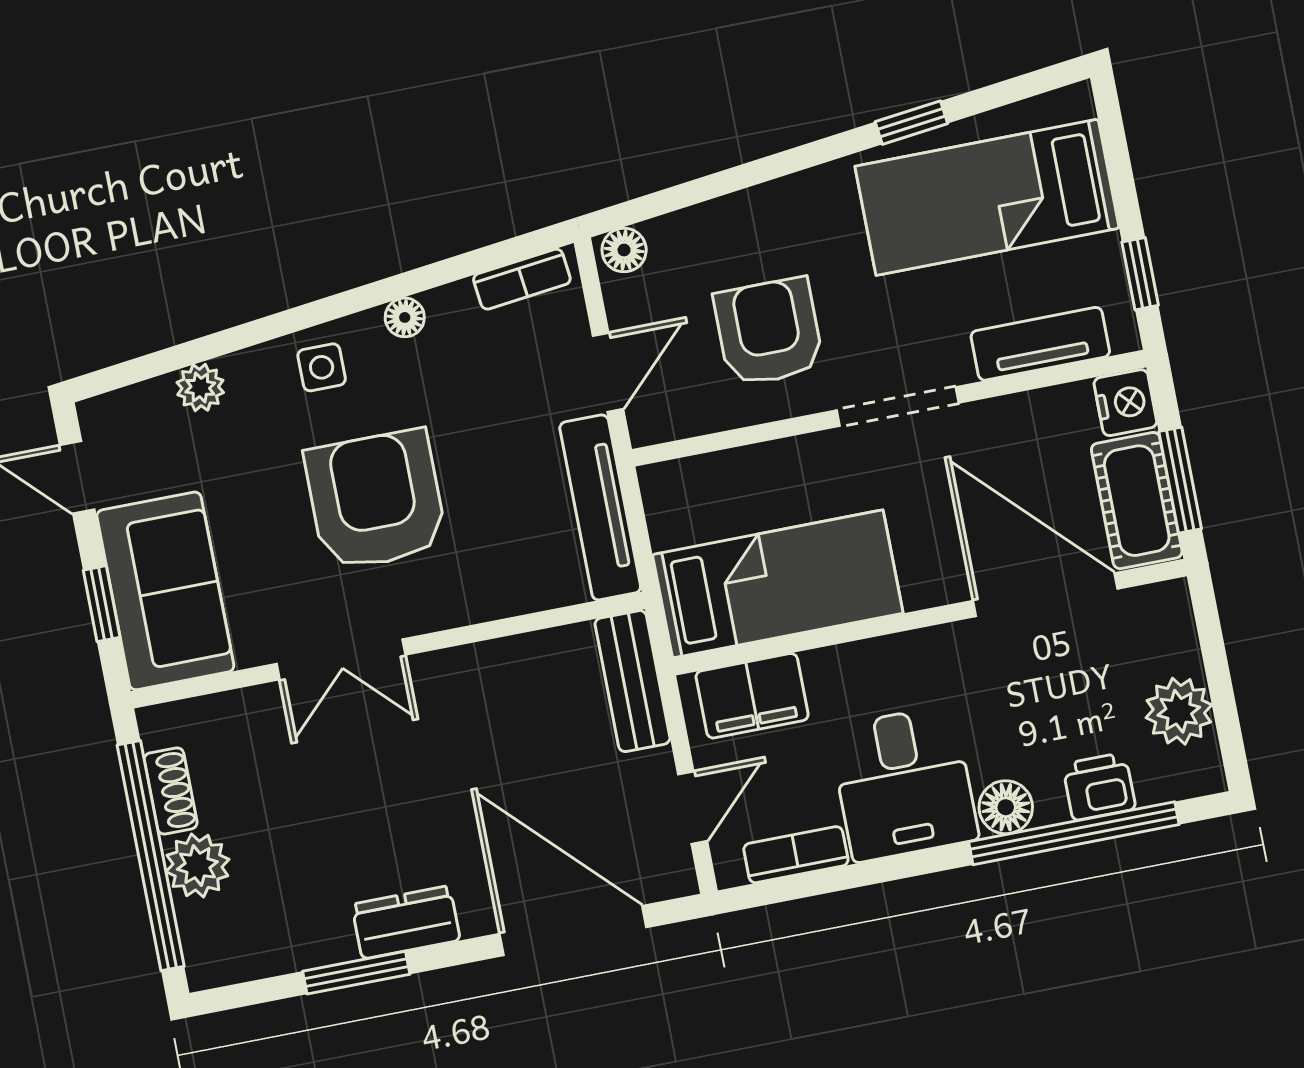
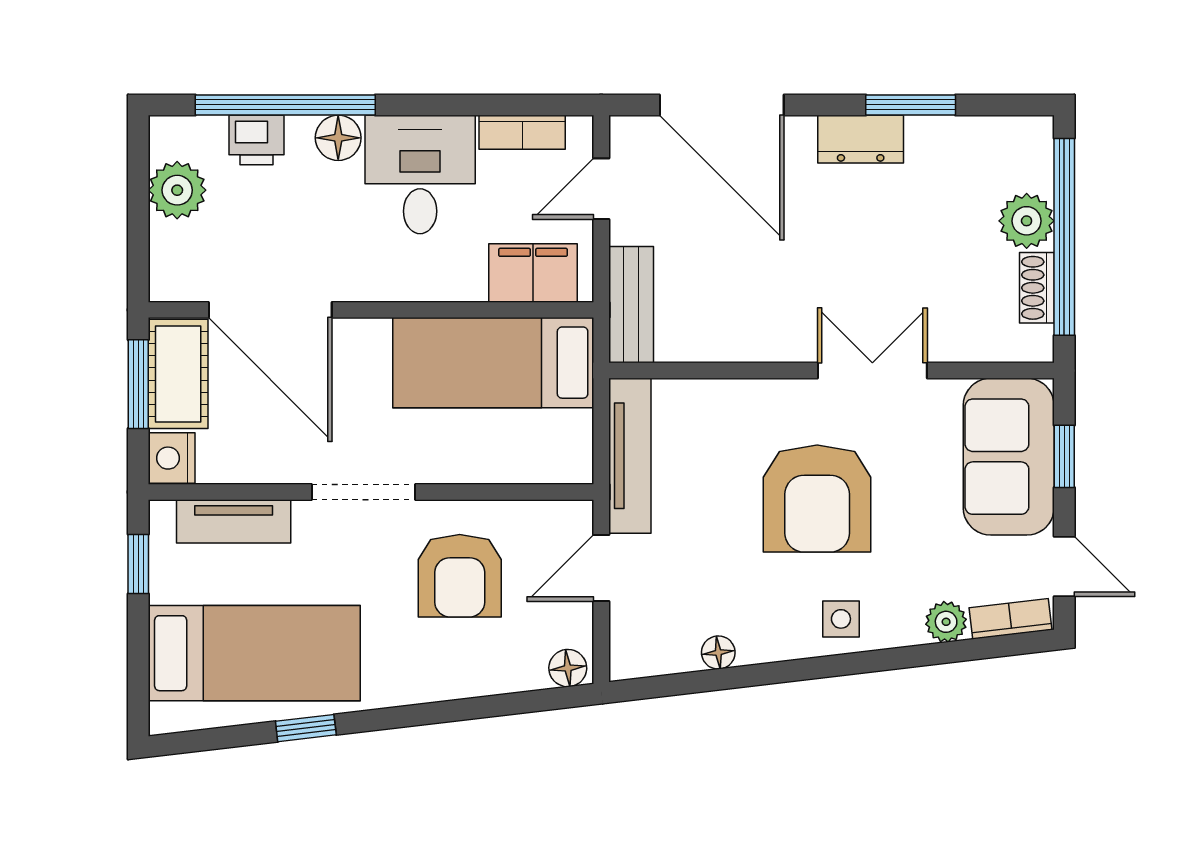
bookcase: (522, 279) -> (1010, 619), moved
floor lamp: (405, 317) -> (718, 653), moved

